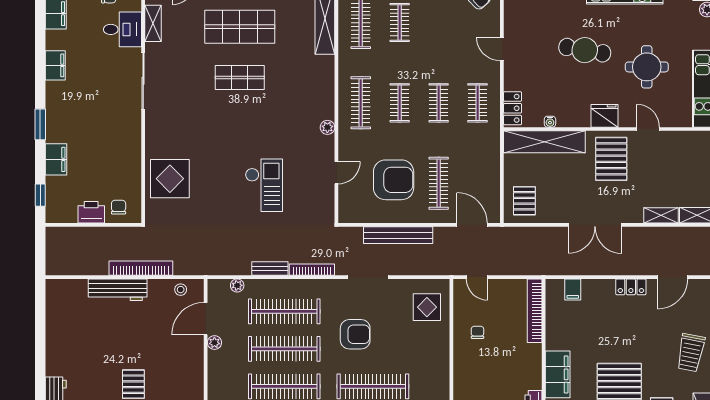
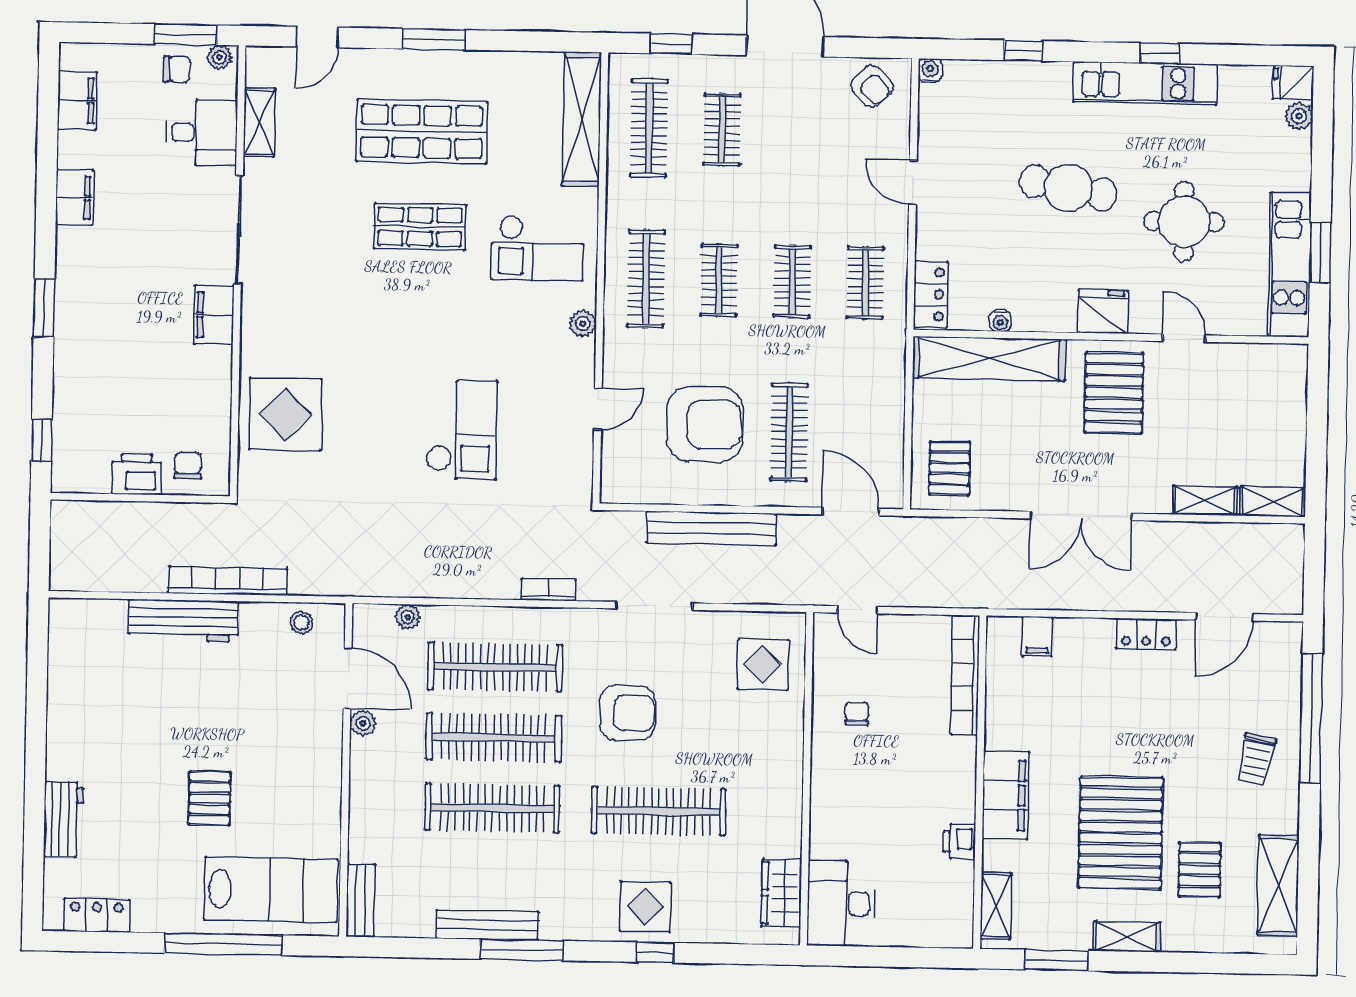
checkout: (303, 88) -> (538, 248), added
filing cabinet: (56, 159) -> (214, 315), moved, turned 180
bench: (270, 268) -> (470, 586), removed
bookcase: (312, 270) -> (548, 590), width x0.64
door: (206, 319) -> (348, 678), swing flipped
trolley: (691, 353) -> (1256, 759), width x0.73, depth x0.72

